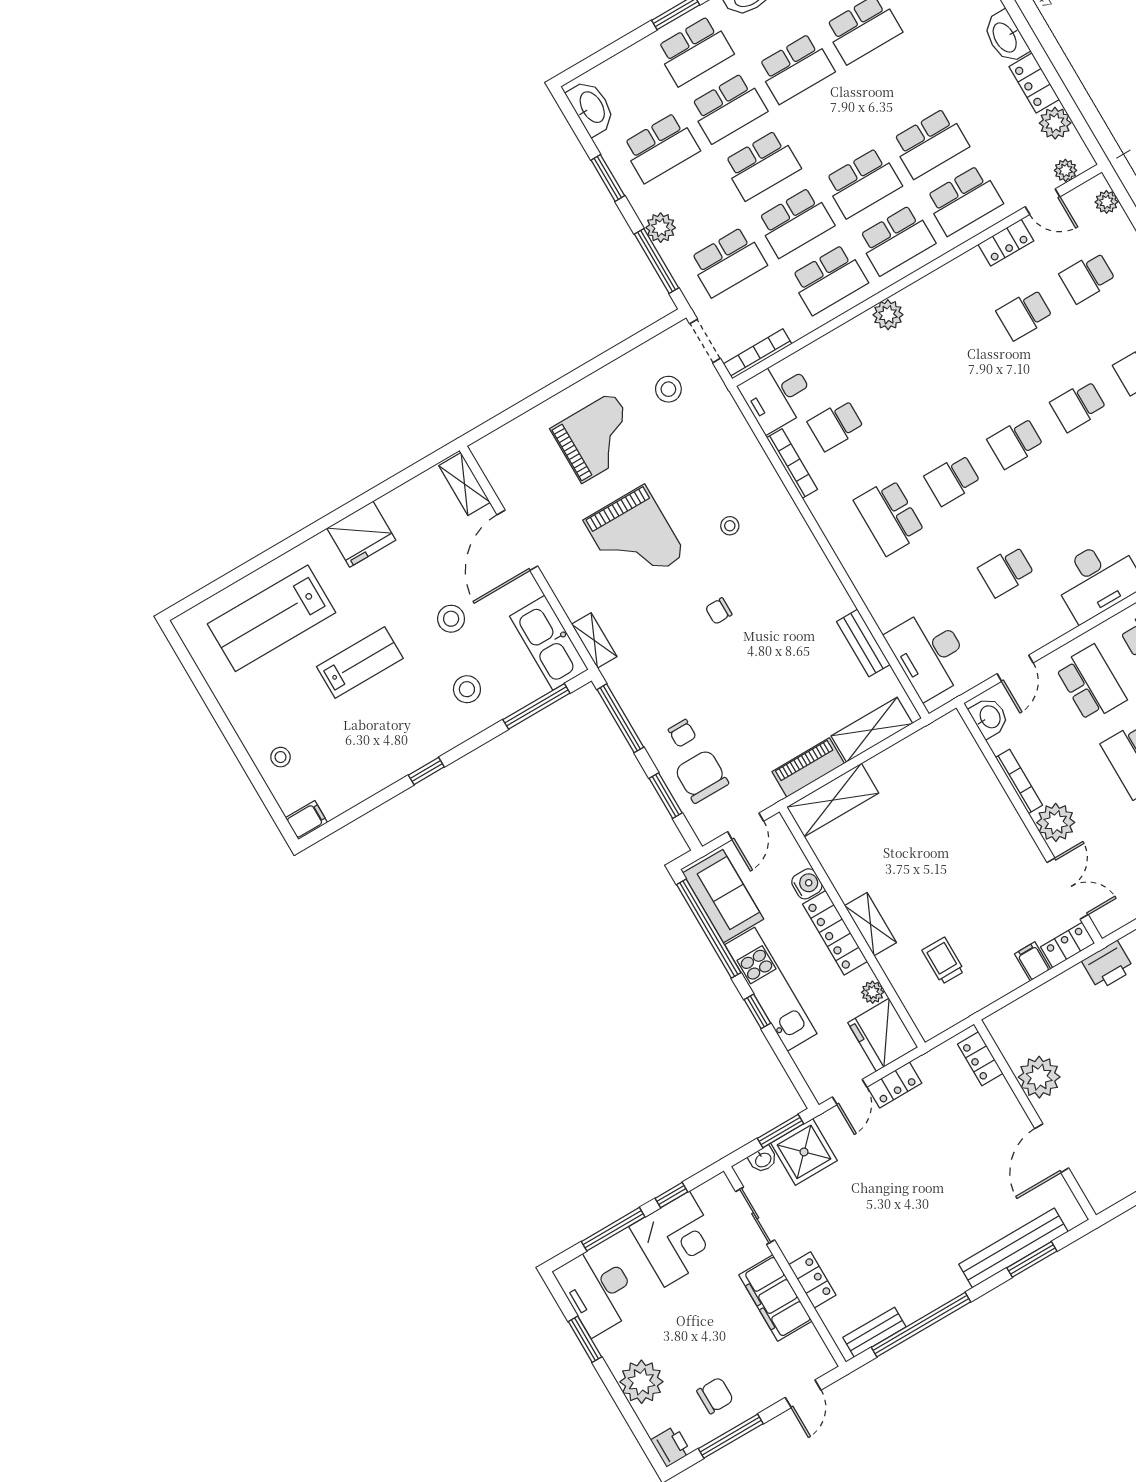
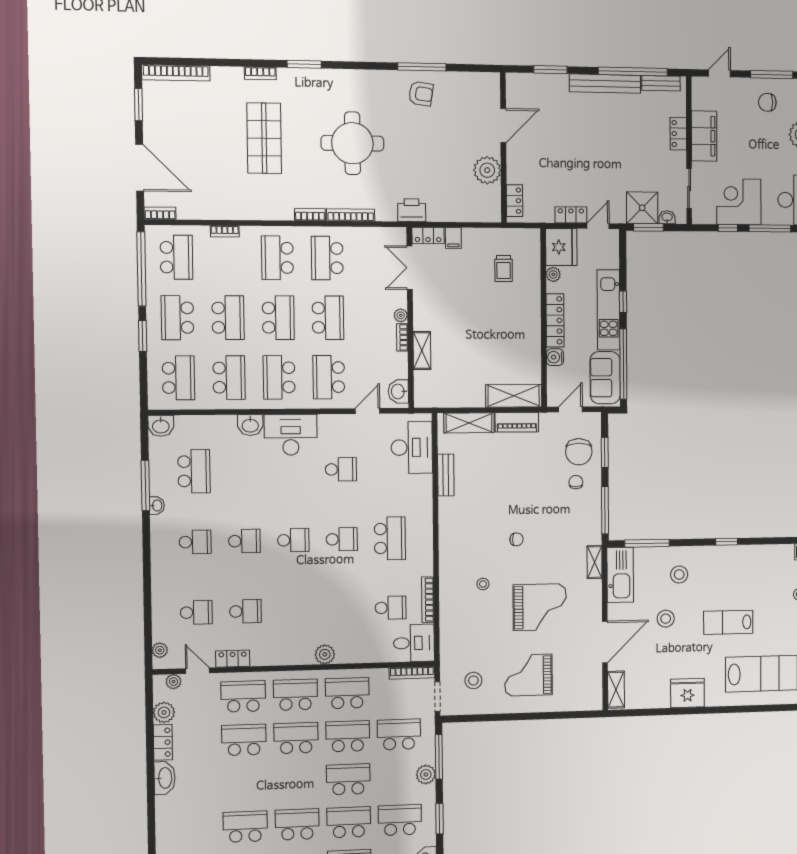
grand piano: (635, 538) -> (540, 607), turned 90
bookcase: (1019, 781) -> (402, 337), width x0.64
plant: (1056, 822) -> (401, 315), width x0.53, depth x0.53
shelving: (870, 924) -> (422, 350), moved
bench: (1013, 1248) -> (605, 84), moved

